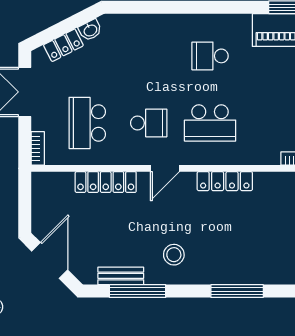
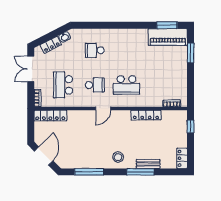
school desk: (210, 56) -> (95, 50), moved
locker: (225, 181) -> (146, 115), moved
locker: (106, 182) -> (50, 115), moved
stool: (174, 255) -> (118, 157), moved
bench: (121, 276) -> (148, 164), moved

